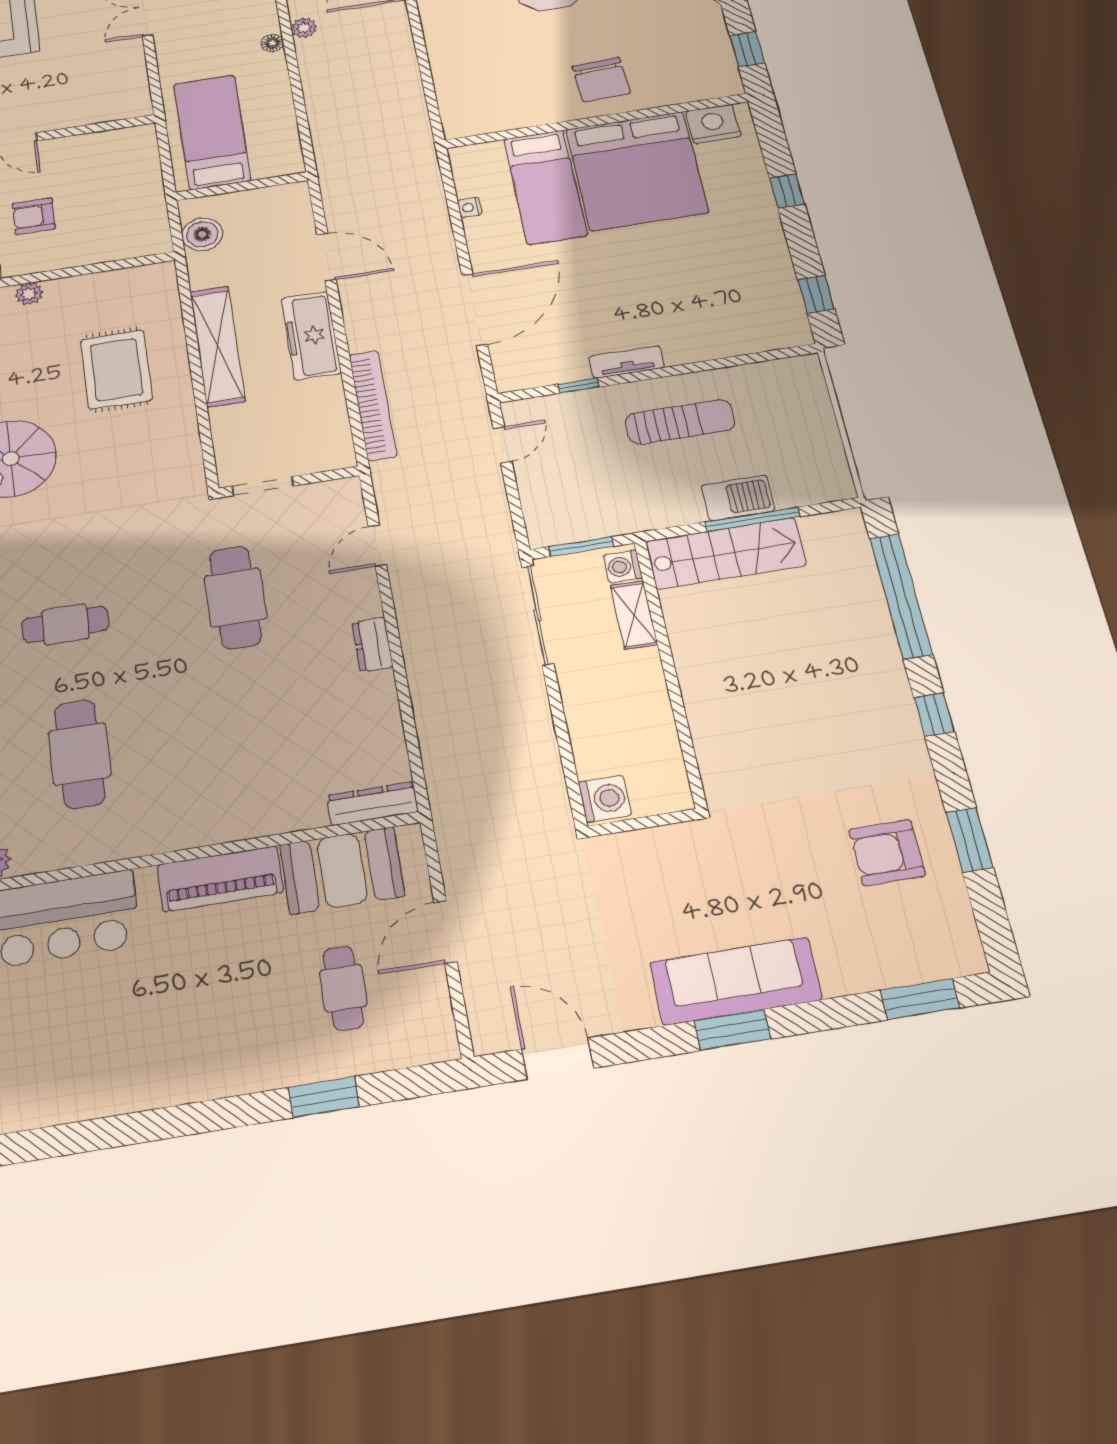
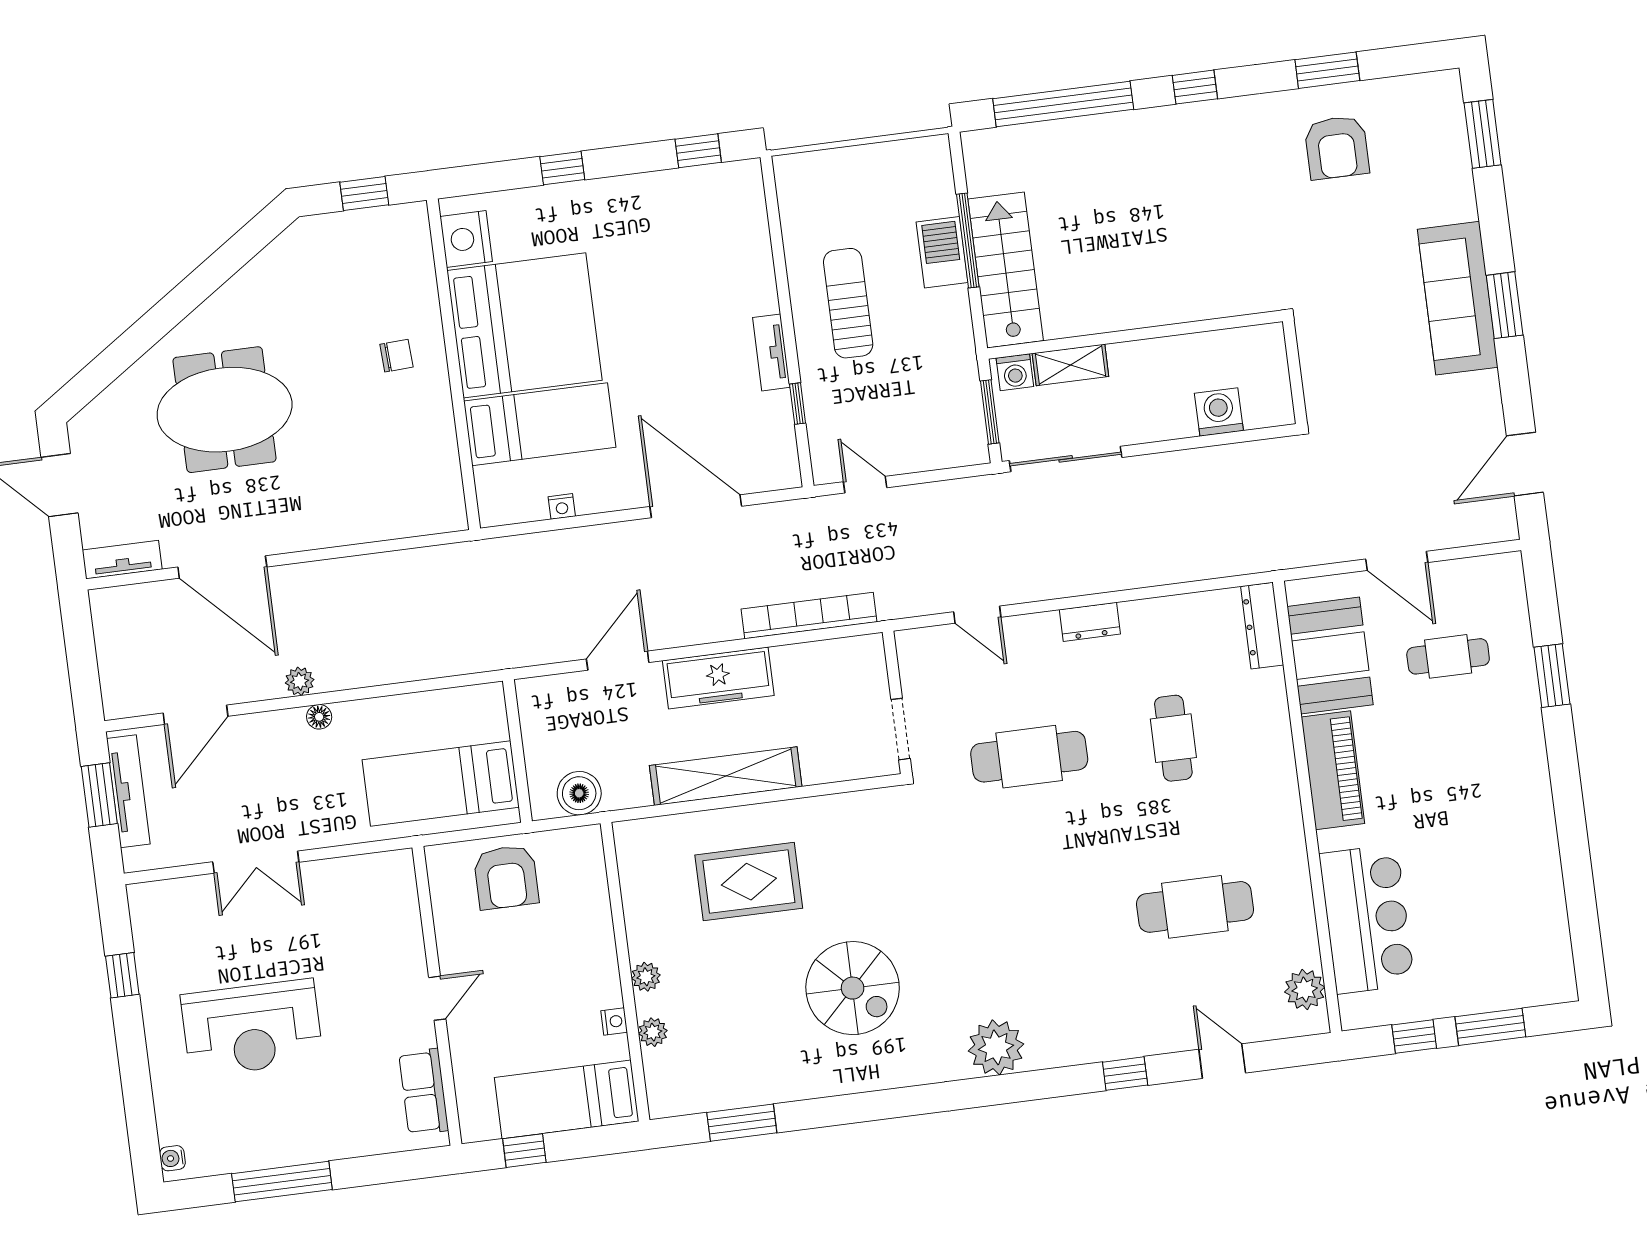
chair: (601, 80) -> (396, 356), width x0.54, depth x0.54
armchair: (34, 216) -> (506, 877), moved, width x1.38, depth x1.38
cafe table: (65, 624) -> (1173, 738), moved
washing machine: (605, 799) -> (1219, 412), moved

